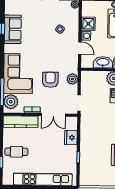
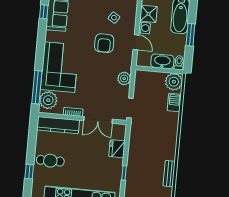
armchair: (50, 80) -> (104, 43), moved, turned 180

